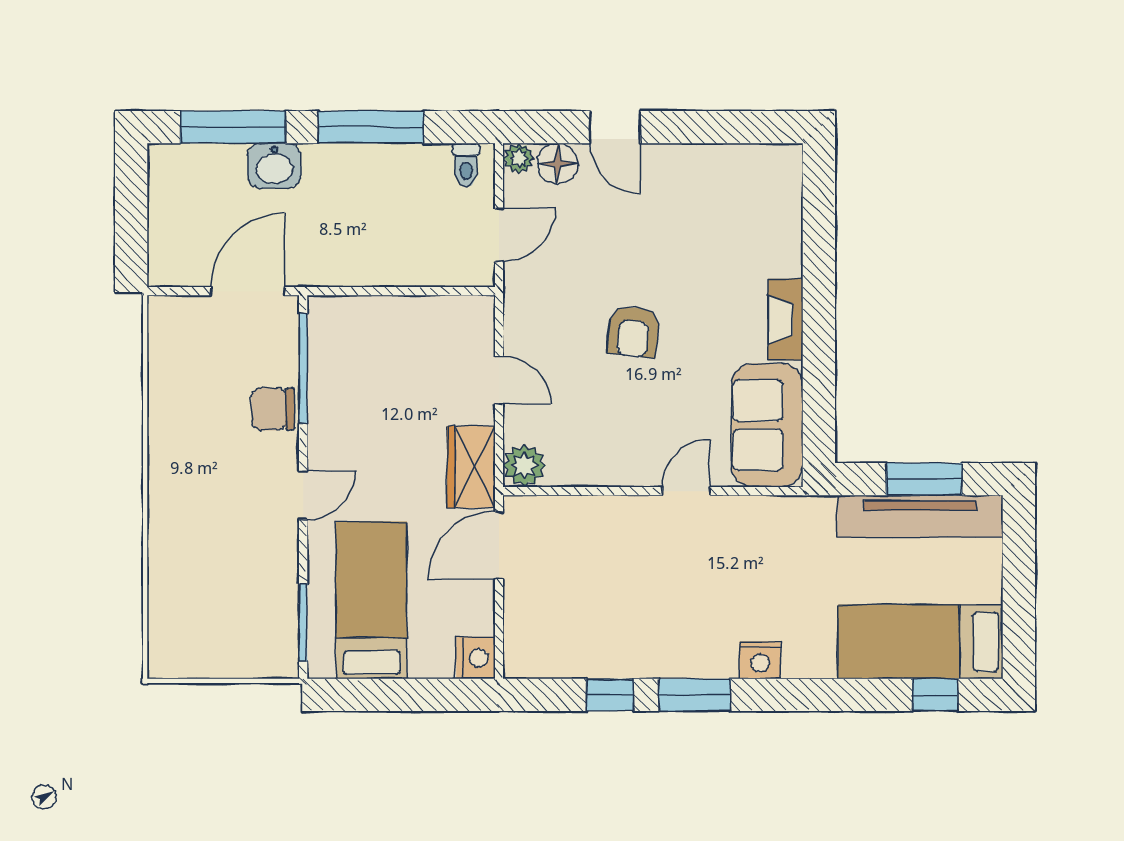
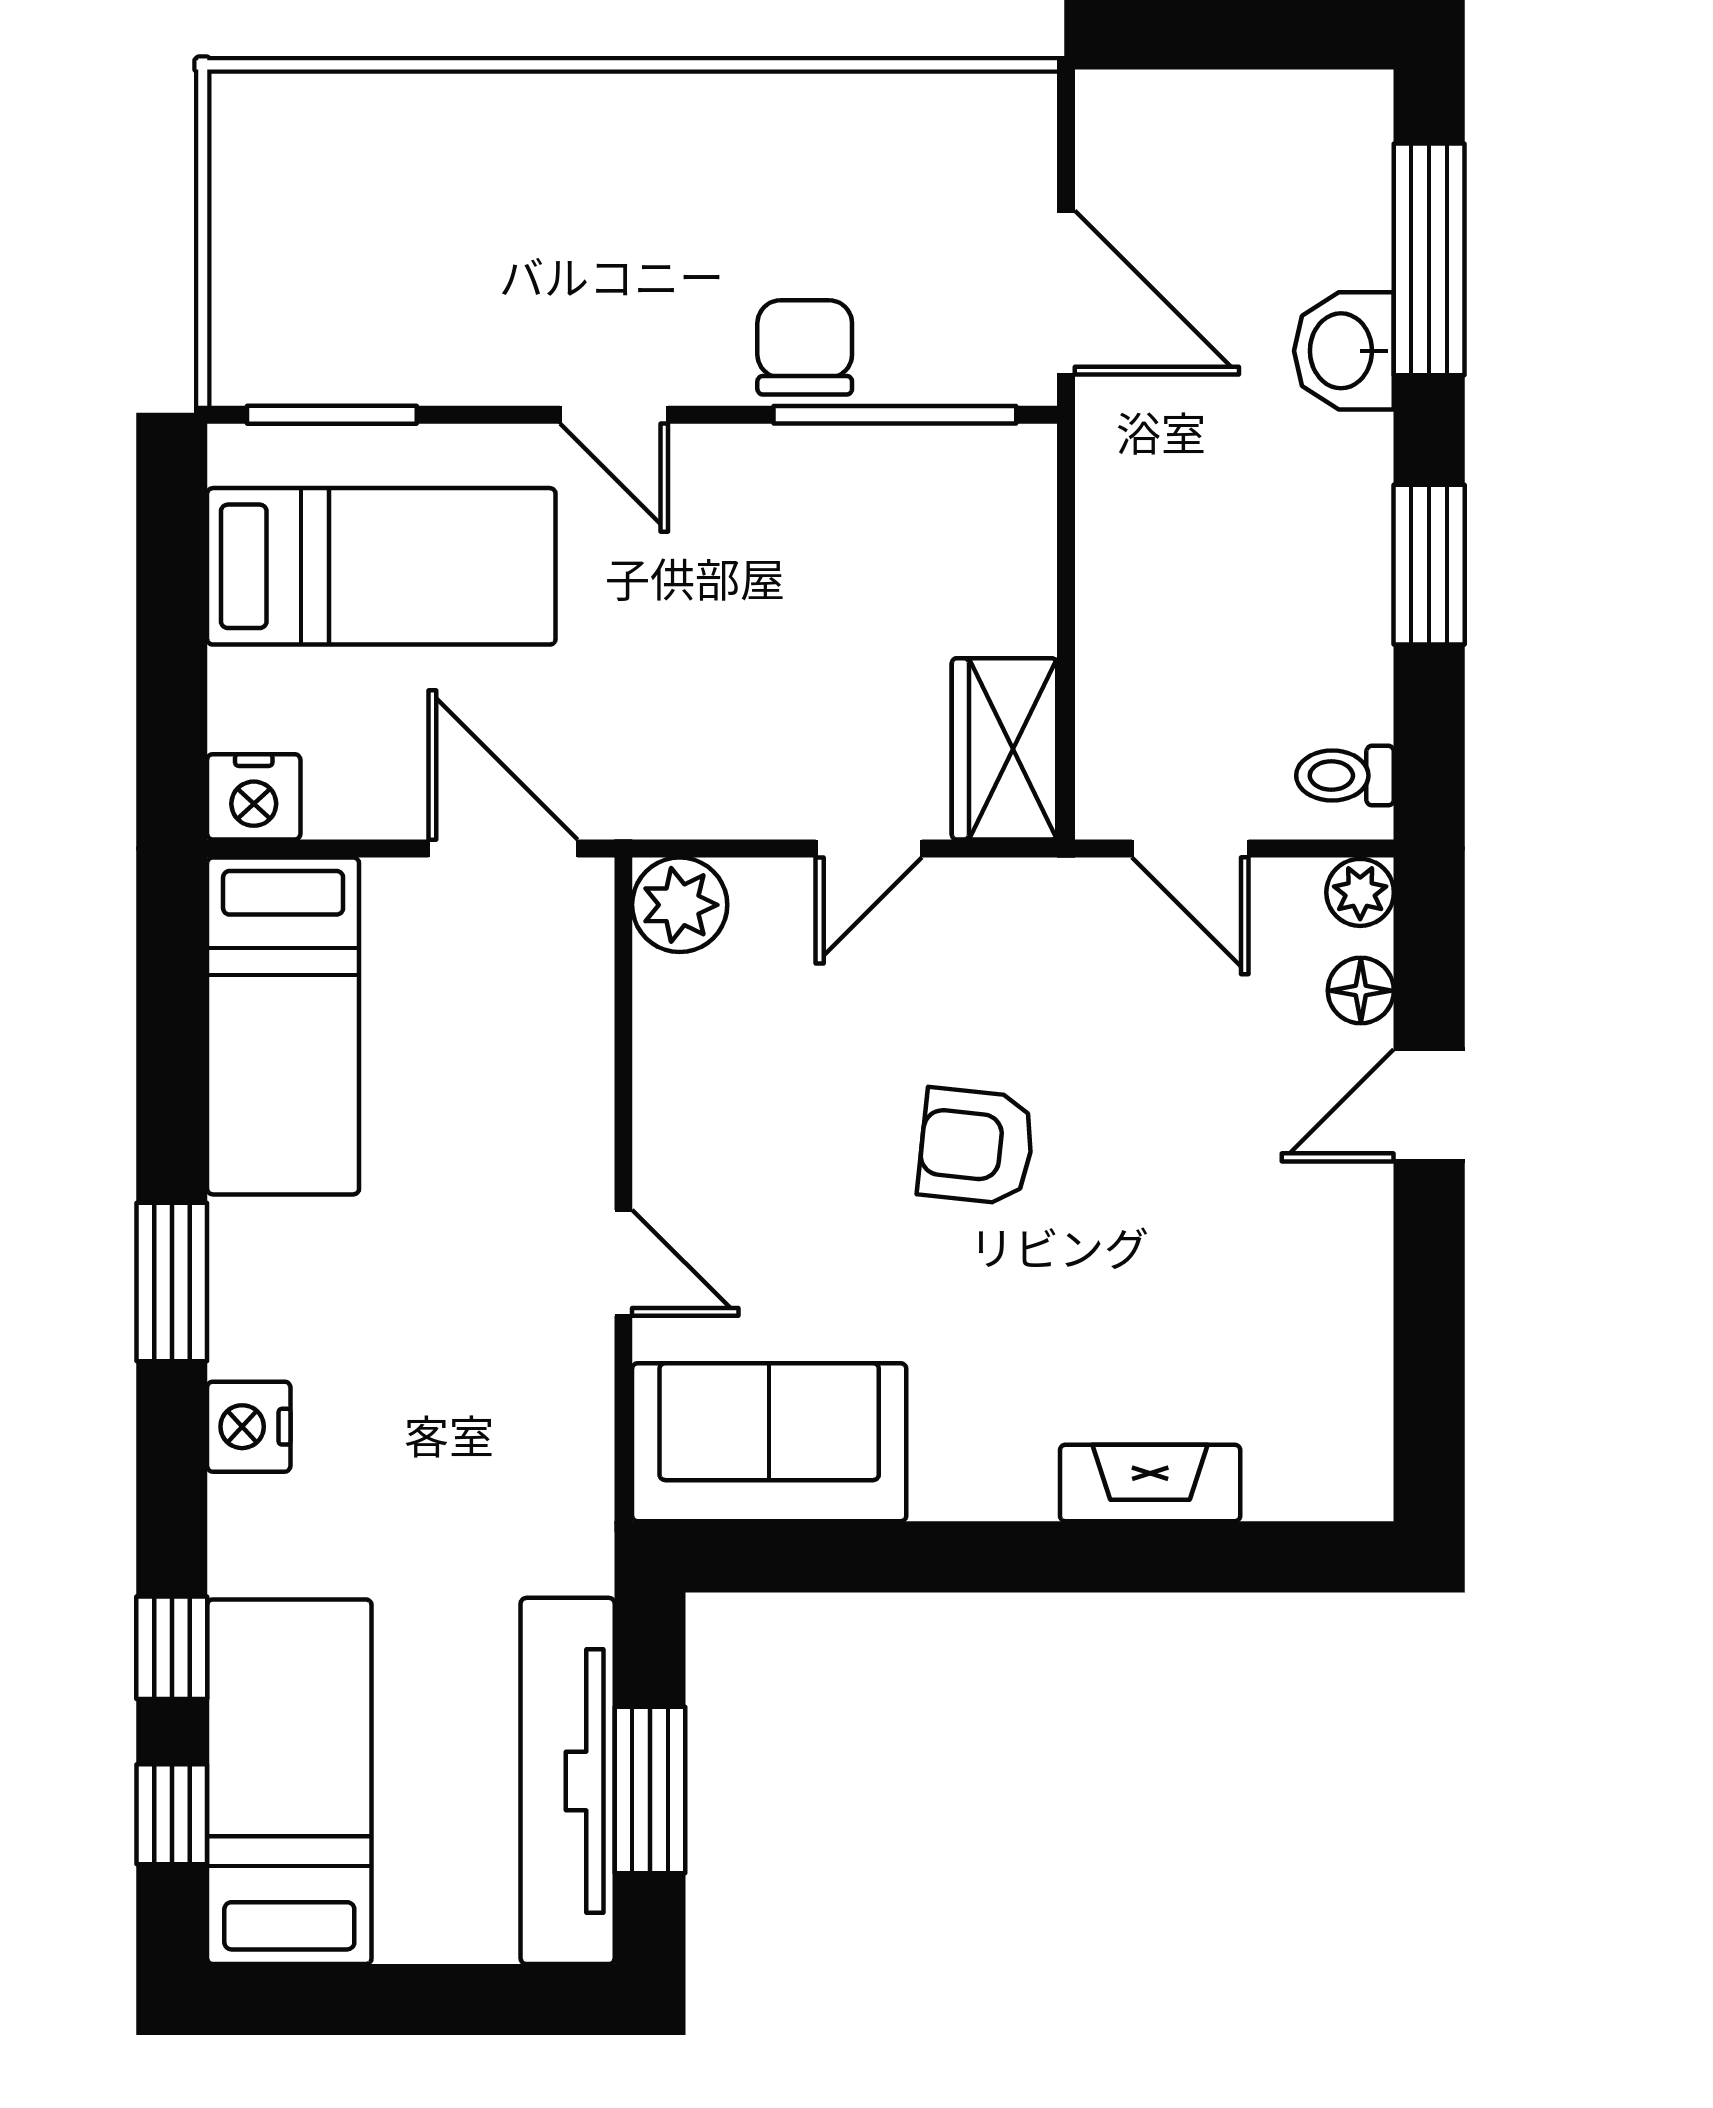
window: (371, 127) -> (1429, 565), width x0.69
floor lamp: (558, 164) -> (1361, 991), width x0.73, depth x0.73
fireplace: (786, 319) -> (1150, 1483), moved
wardrobe: (471, 467) -> (1005, 749), moved, turned -90
bed: (579, 645) -> (283, 1026), added
window: (610, 695) -> (172, 1648), moved

